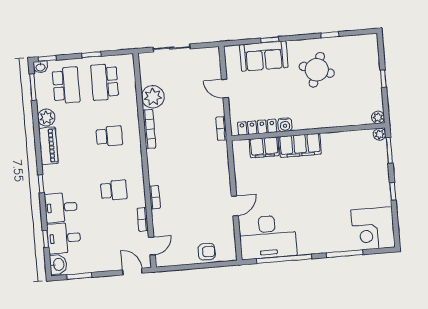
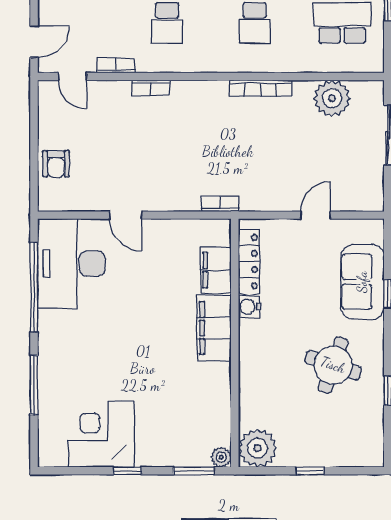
plant: (153, 97) -> (332, 98), moved
plant: (378, 117) -> (257, 448), width x1.88, depth x1.88
bookcase: (221, 128) -> (220, 204), moved
corner desk: (373, 229) -> (101, 434), moved

